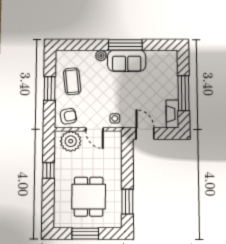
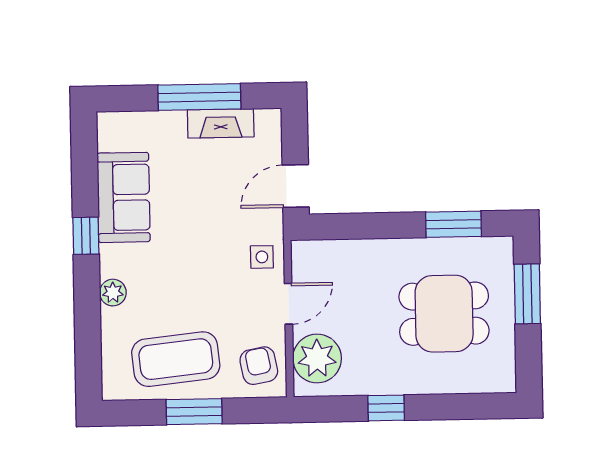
window: (125, 45) -> (86, 236), width x0.46
sofa: (127, 61) -> (124, 197), moved
coffee table: (72, 81) -> (176, 359), width x1.36, depth x1.32
fireplace: (172, 114) -> (221, 123), moved
window: (85, 234) -> (527, 294), moved

